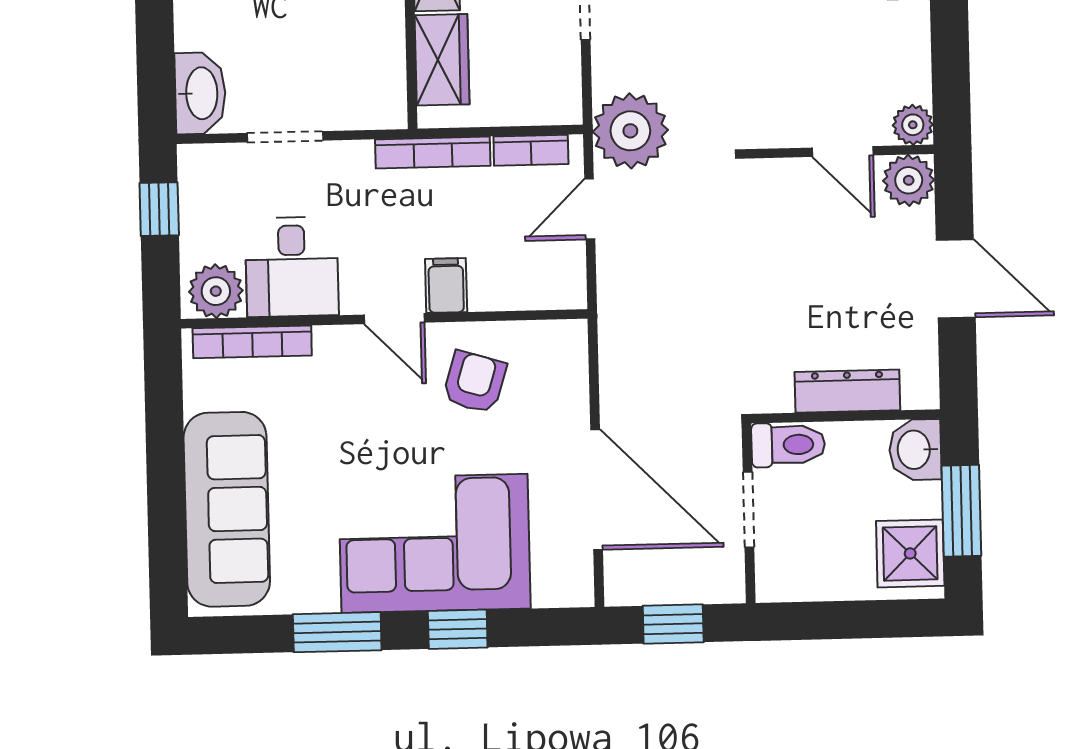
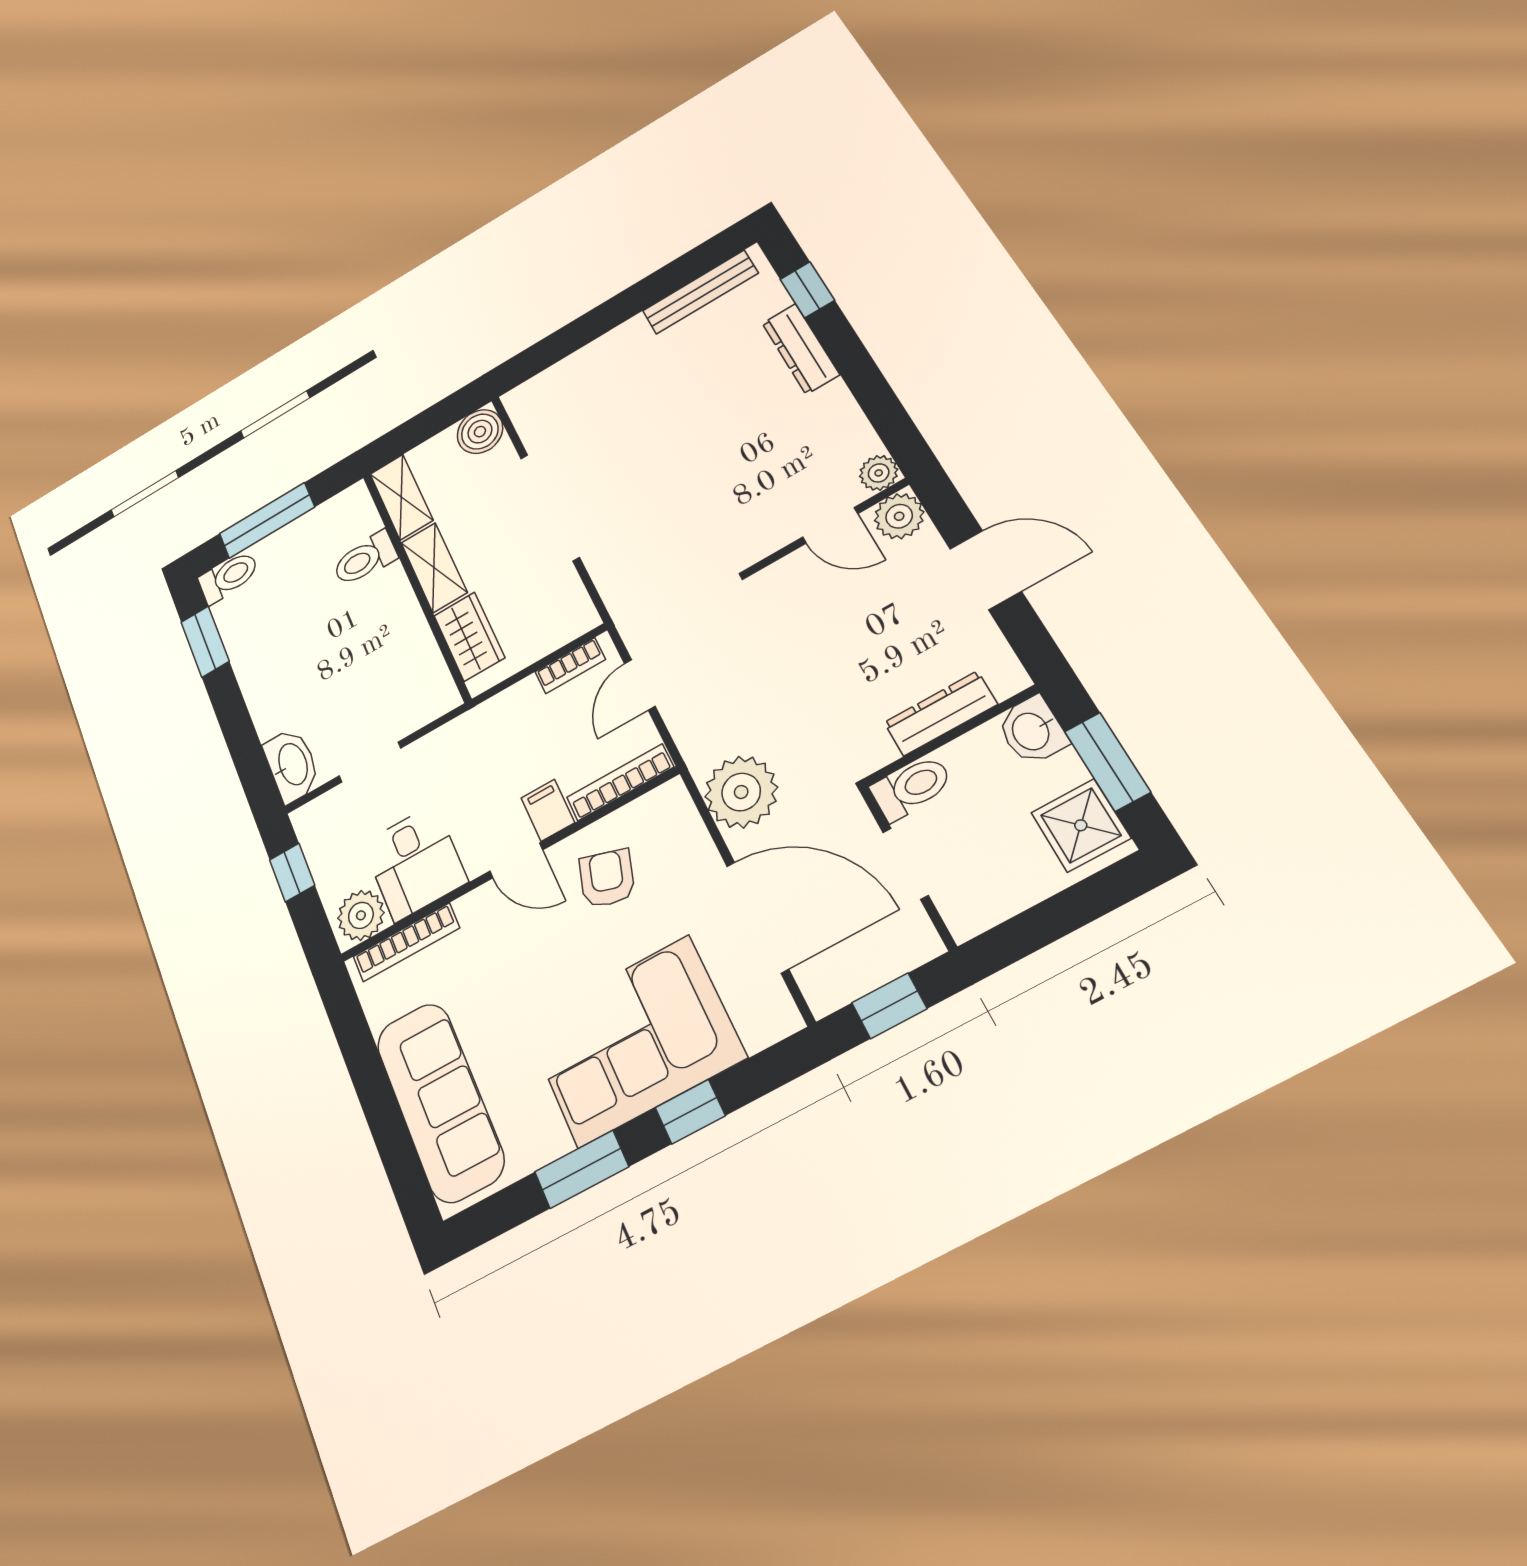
plant: (630, 131) -> (741, 792), moved
bookcase: (433, 153) -> (620, 782), moved, turned 180

